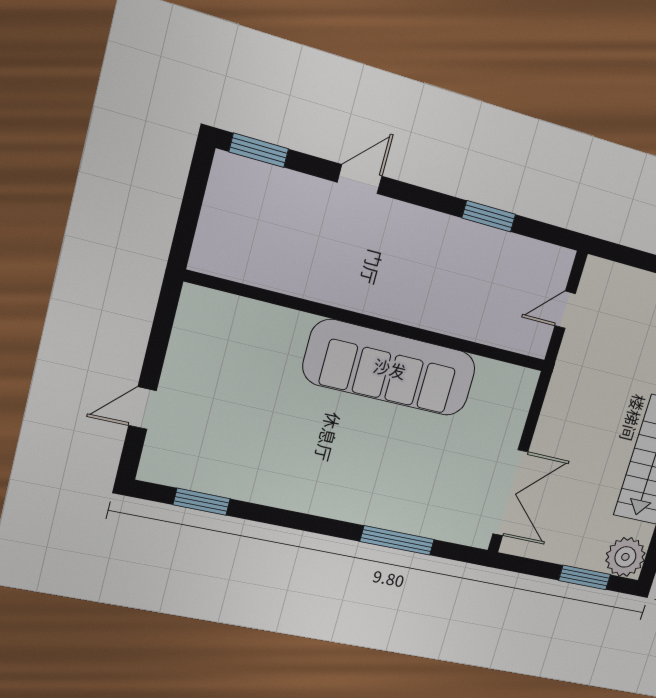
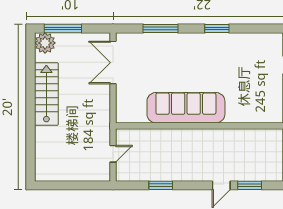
window: (259, 150) -> (250, 185), moved
window: (202, 502) -> (217, 28), moved
window: (585, 577) -> (63, 28), width x1.44

